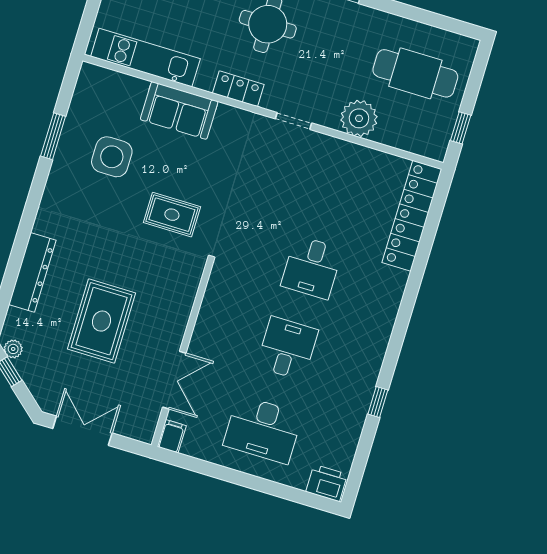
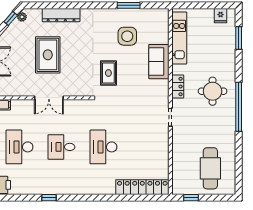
plant: (359, 118) -> (181, 148), removed
desk: (312, 267) -> (103, 147), width x1.37
rug: (101, 321) -> (48, 55), turned 90
desk: (287, 348) -> (61, 147), turned 180
double door: (174, 380) -> (49, 98), moved

